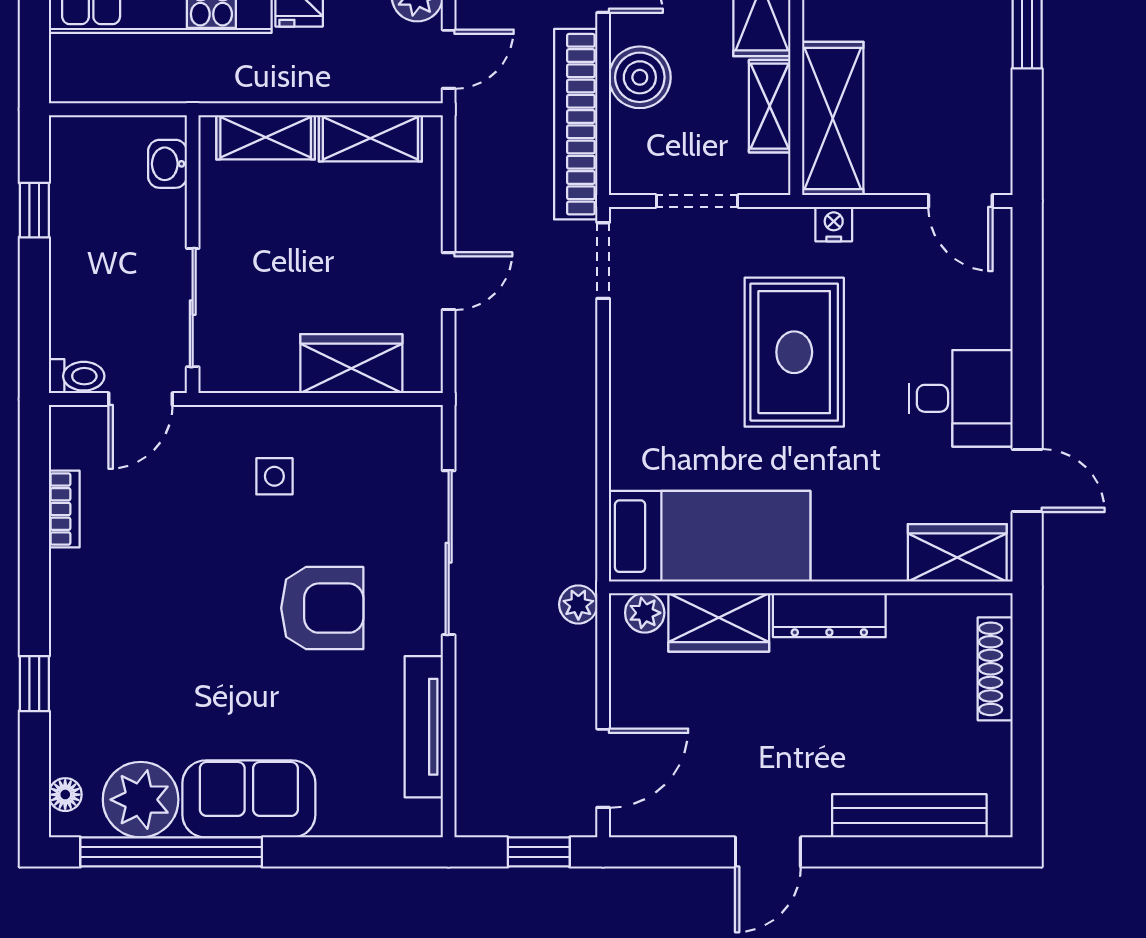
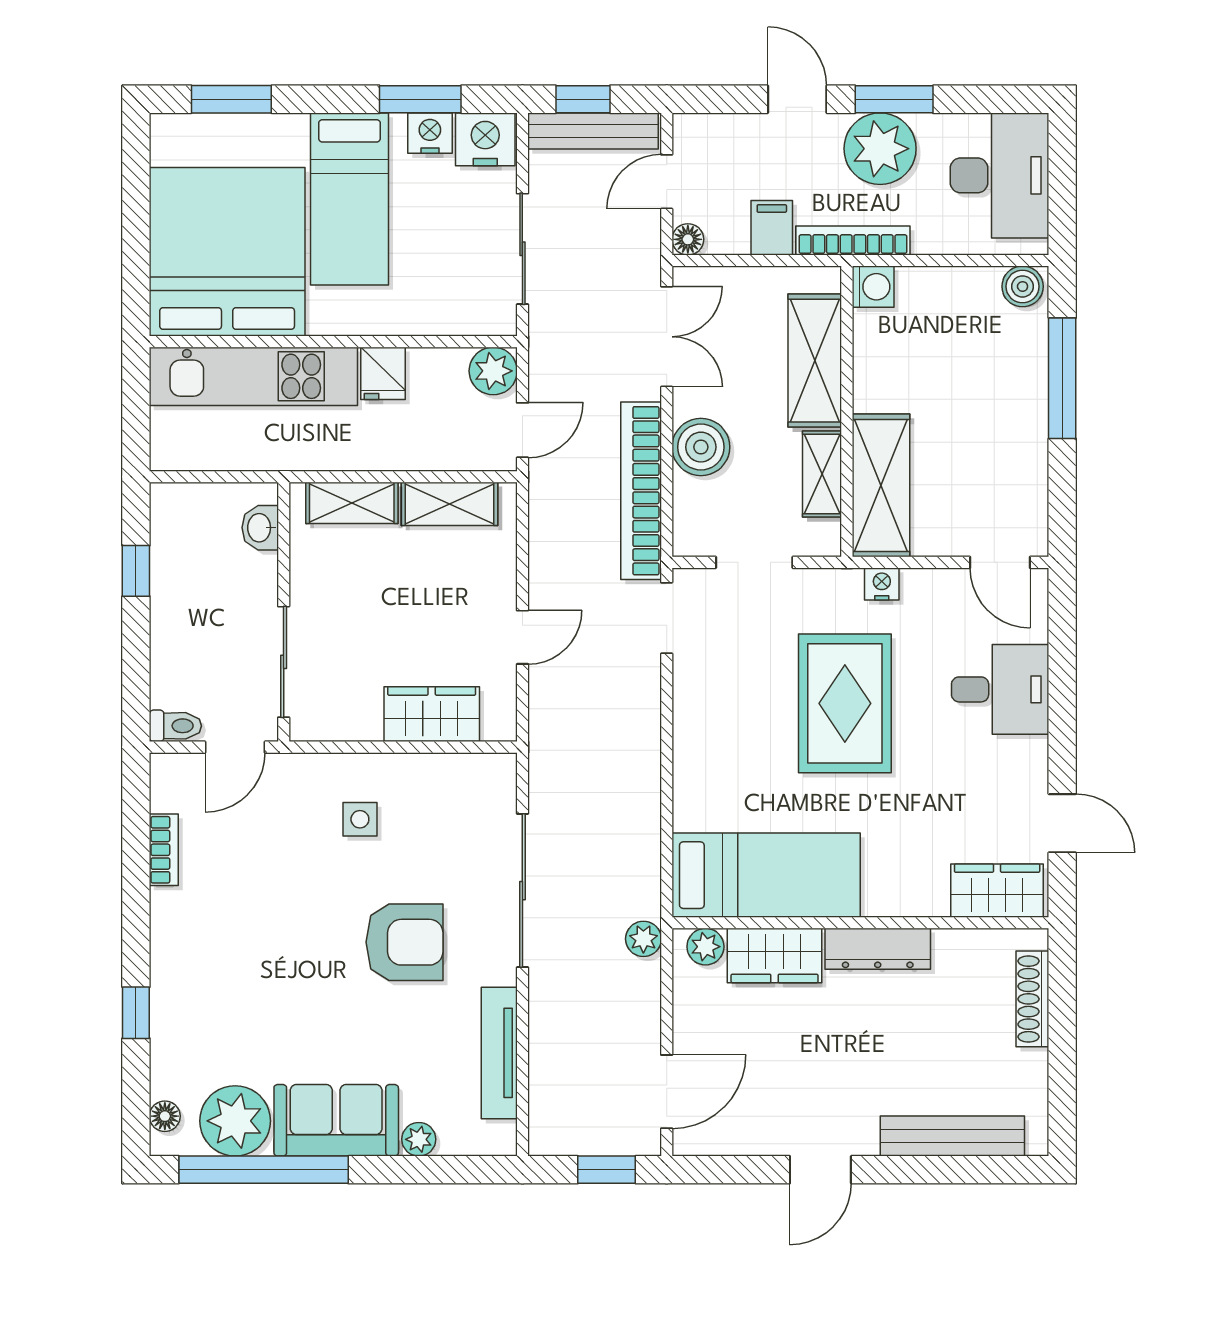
desk: (961, 398) -> (1000, 689), moved
plant: (337, 819) -> (419, 1139), added

